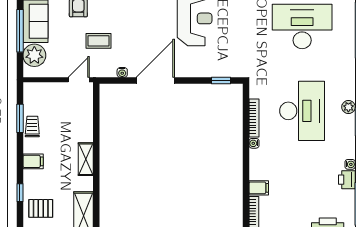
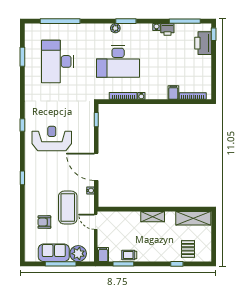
coffee table: (99, 41) -> (68, 208), width x1.86, depth x1.72
desk: (302, 111) -> (118, 61), turned 180
filing cabinet: (33, 161) -> (103, 255), moved

